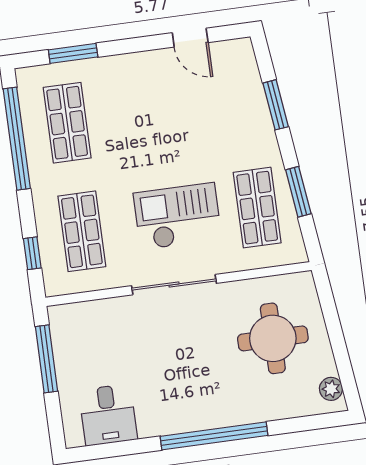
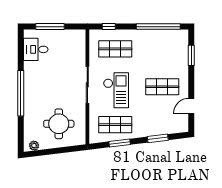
shop shelf: (67, 123) -> (162, 87), moved
window: (47, 359) -> (50, 27), moved

